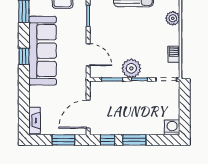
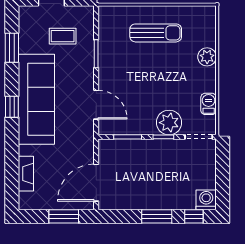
plant: (131, 68) -> (169, 123), moved
fireplace: (35, 120) -> (26, 174), moved
window: (108, 140) -> (194, 216), moved

